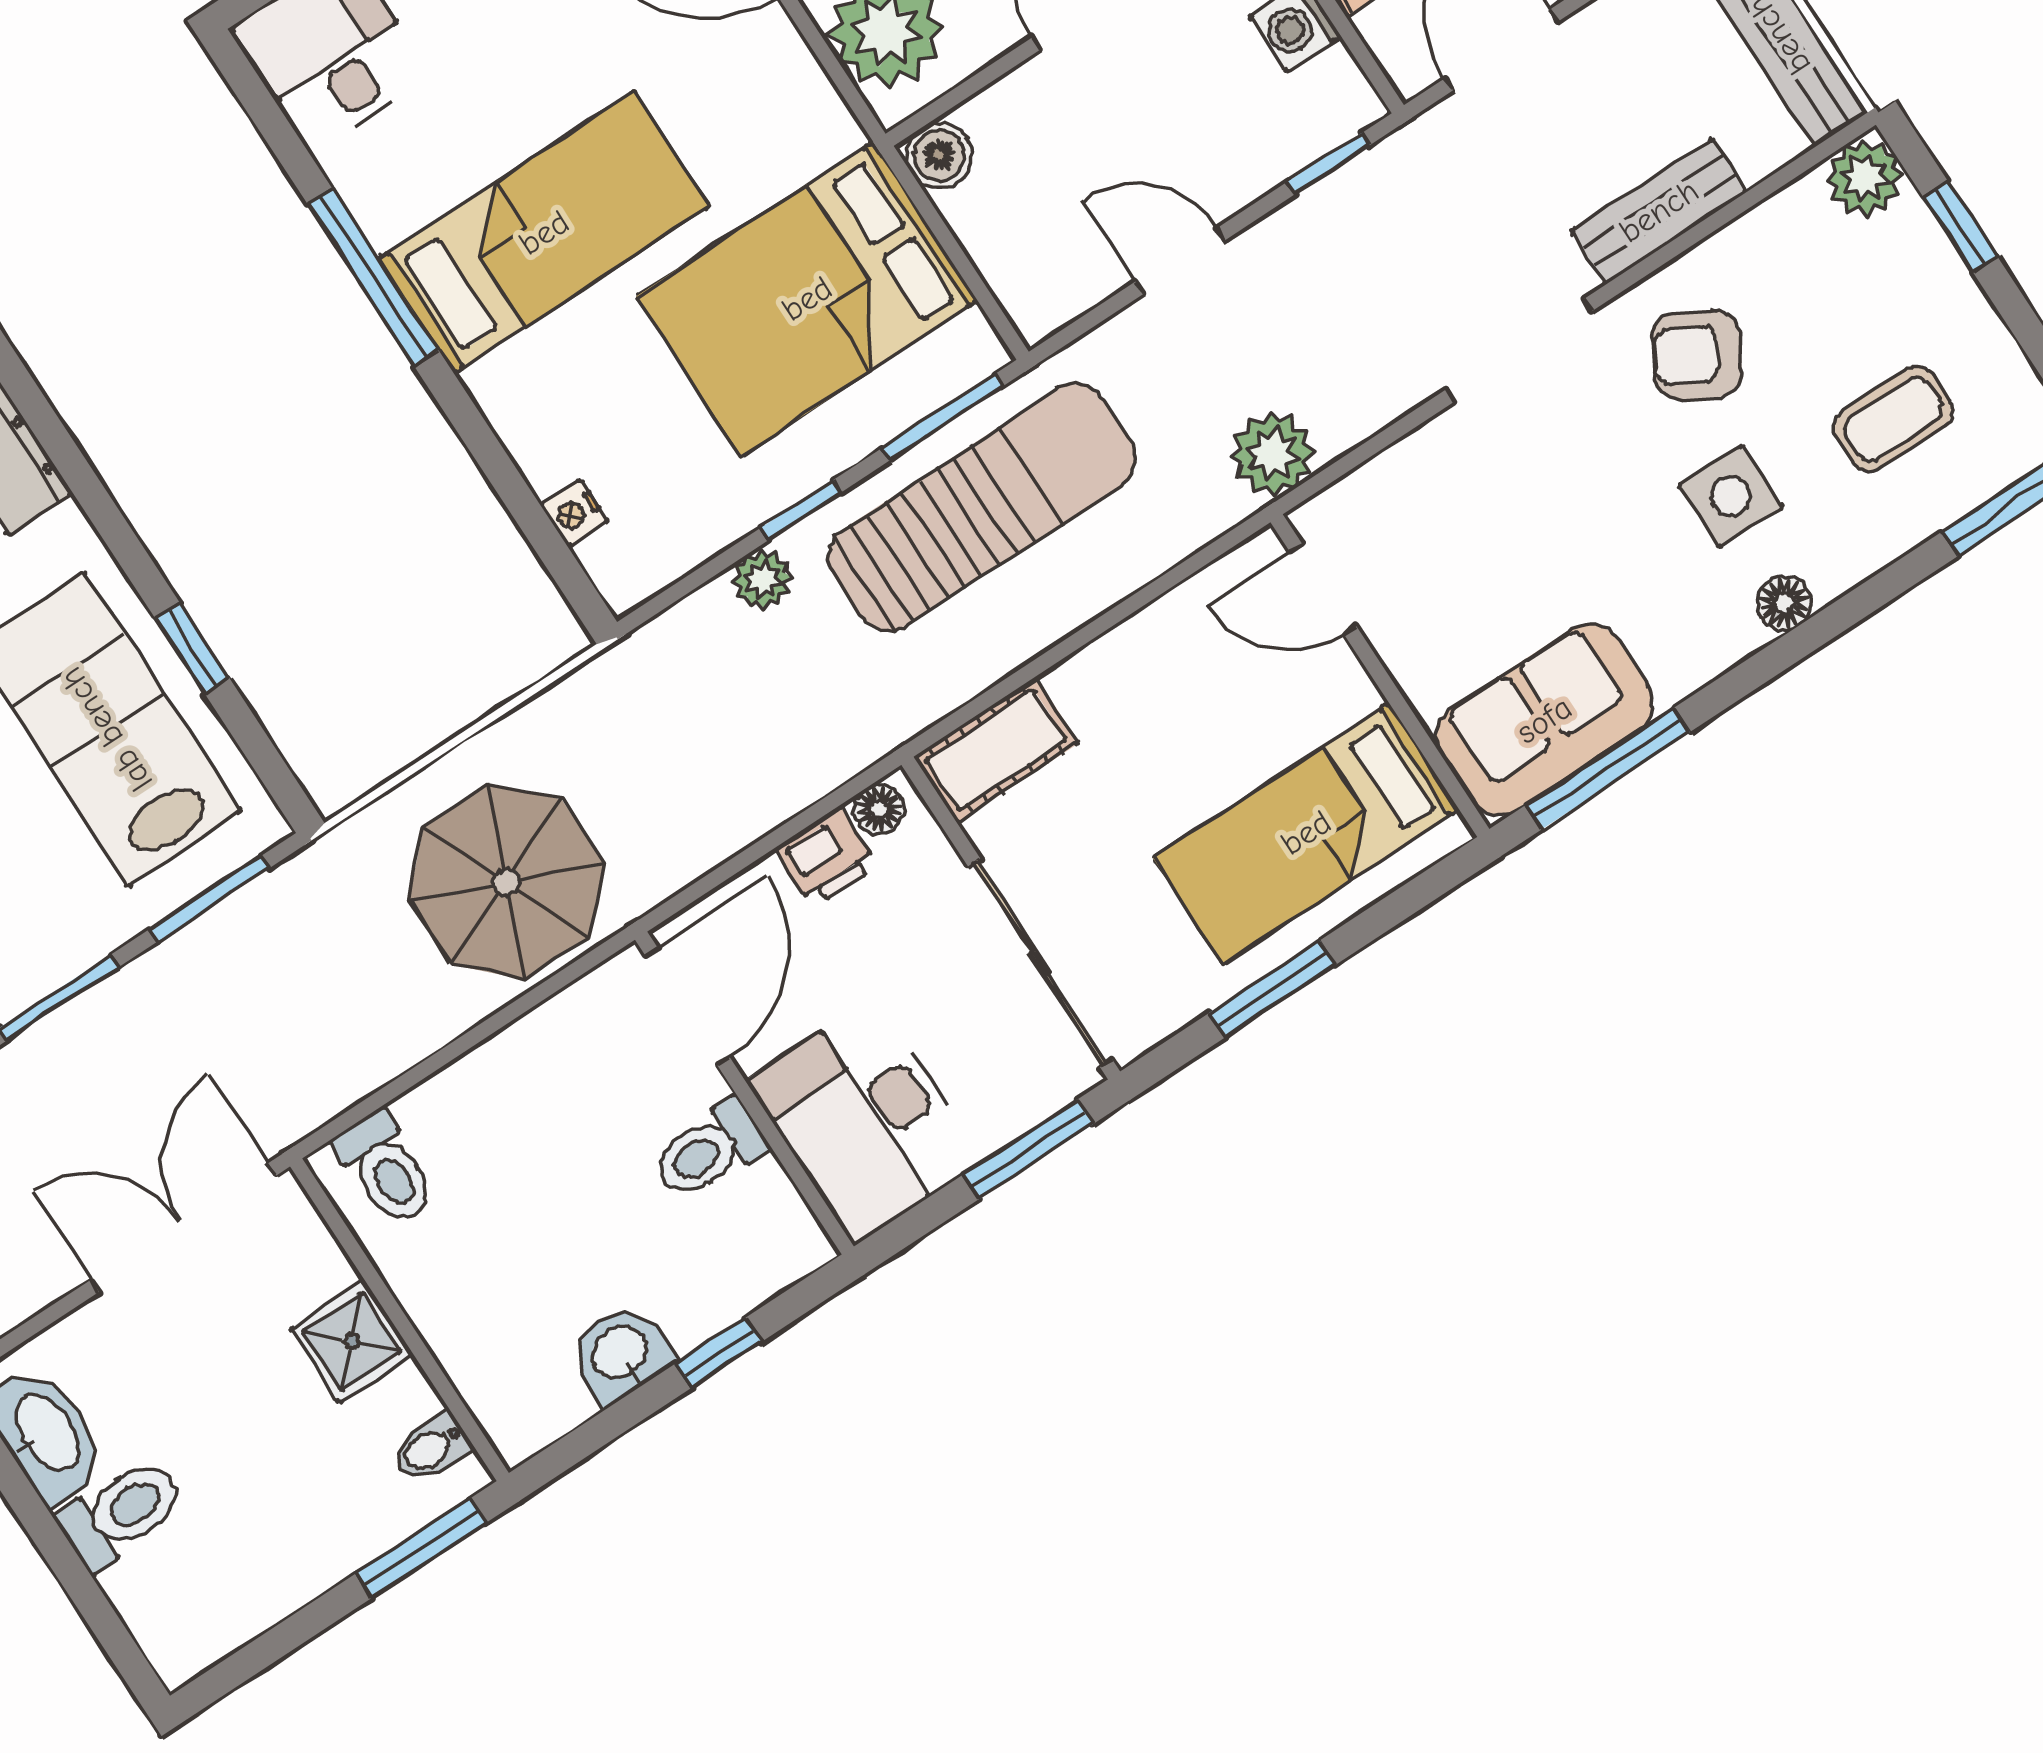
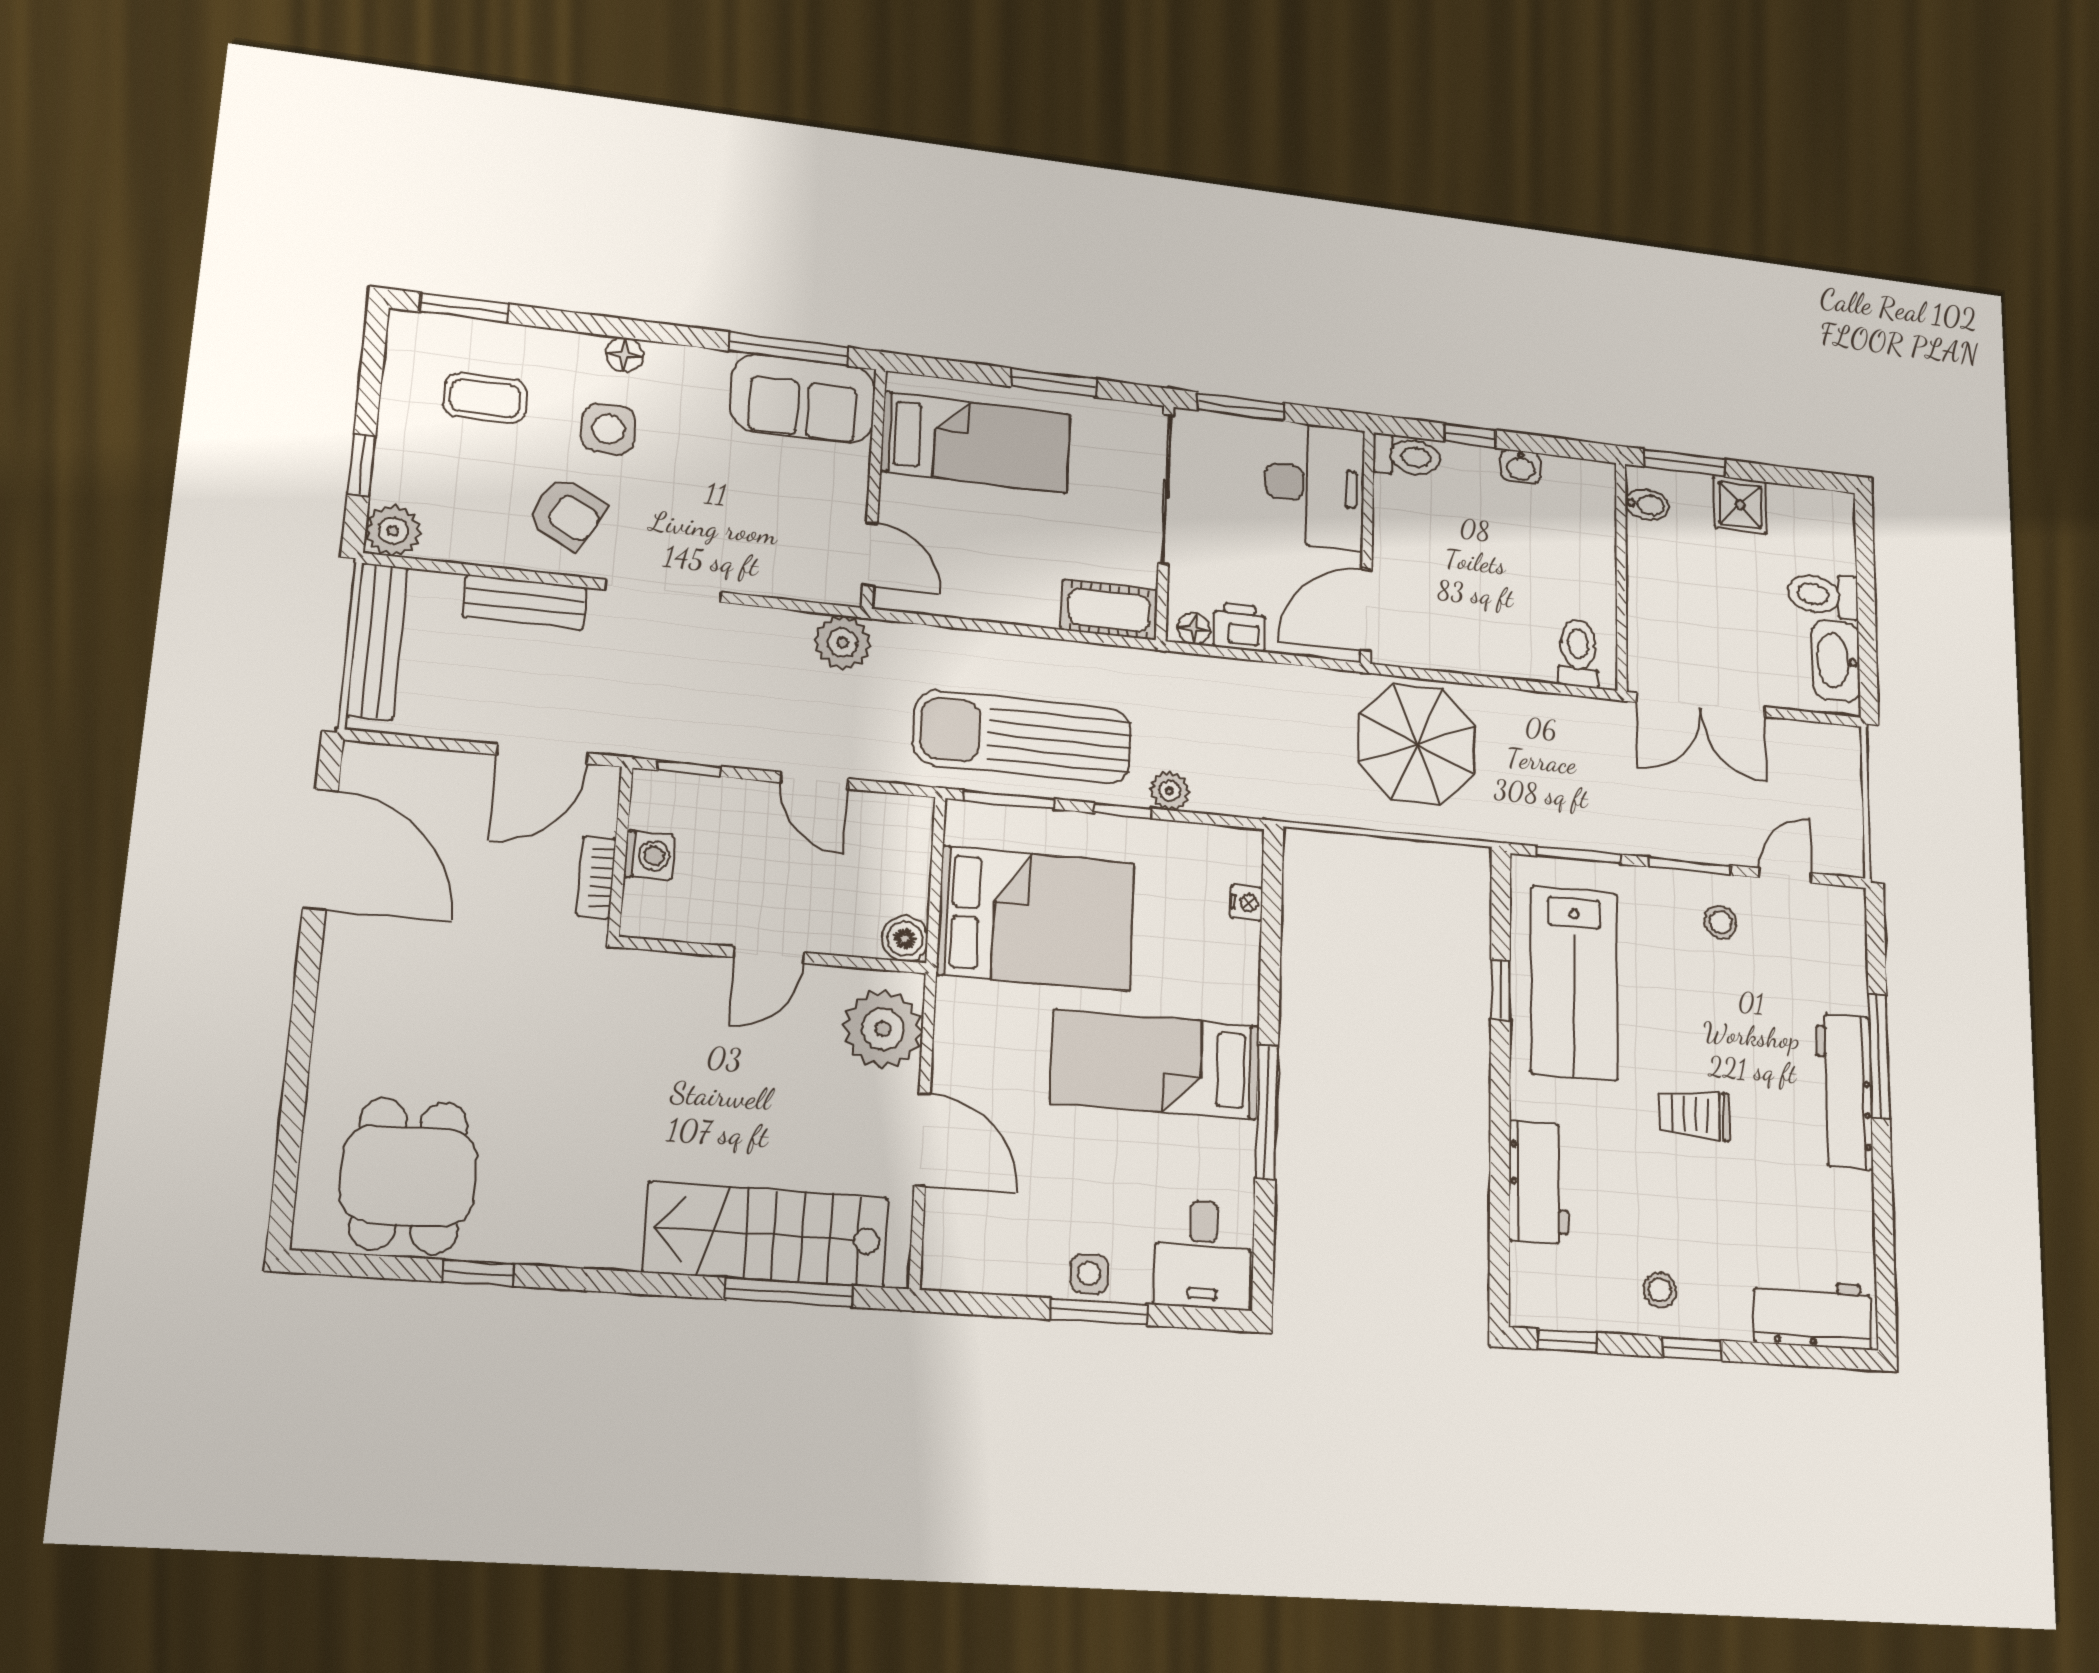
toilet: (709, 1150) -> (1407, 456), moved
shower: (352, 1341) -> (1740, 505), moved
washbasin: (620, 1354) -> (1521, 467), width x0.72, depth x0.69

